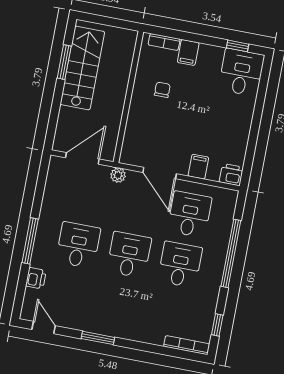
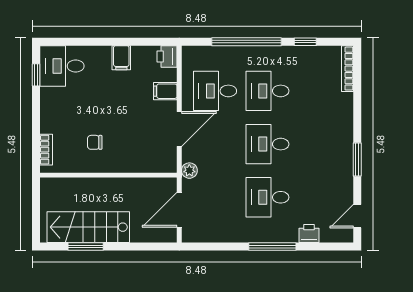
filing cabinet: (188, 52) -> (121, 58), moved, turned 90
door: (82, 158) -> (179, 210), hinge flipped
window: (217, 325) -> (305, 42), moved

